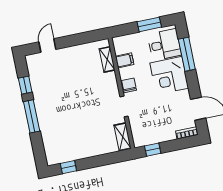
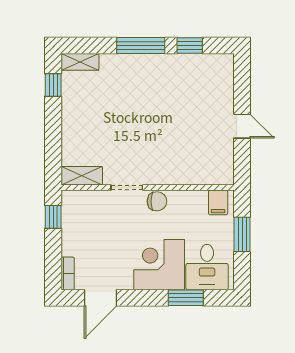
window: (149, 24) -> (242, 234), moved
door: (47, 46) -> (242, 126), moved
window: (187, 54) -> (186, 298), width x0.69
shelving: (107, 59) -> (80, 62), moved
filing cabinet: (125, 60) -> (218, 202), moved

